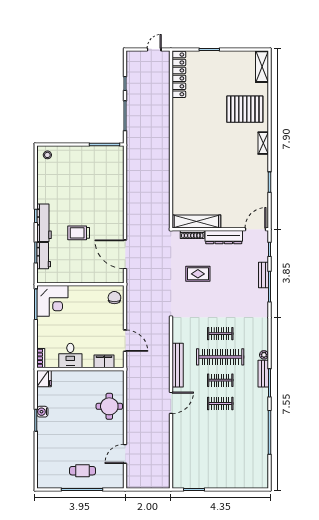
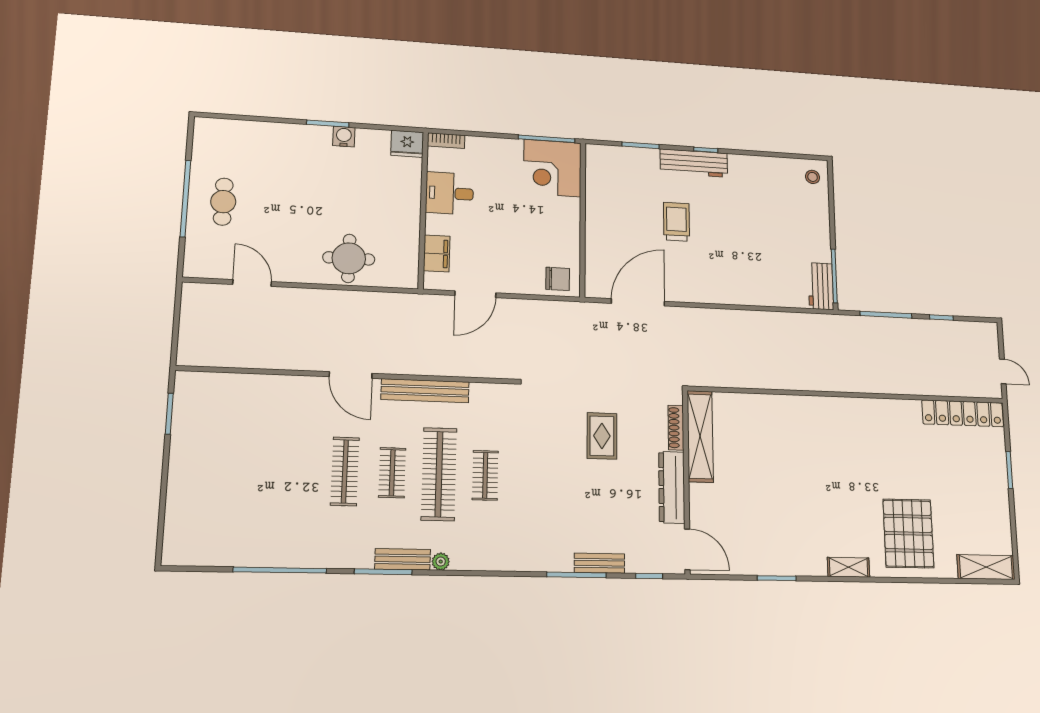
workbench: (44, 256) -> (821, 286), moved, turned 90
clothes rail: (220, 404) -> (345, 471), width x1.36

